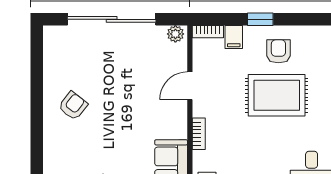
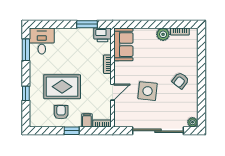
plant: (175, 34) -> (193, 122), moved
armchair: (278, 51) -> (61, 112), turned 180
side table: (130, 88) -> (148, 91), added

